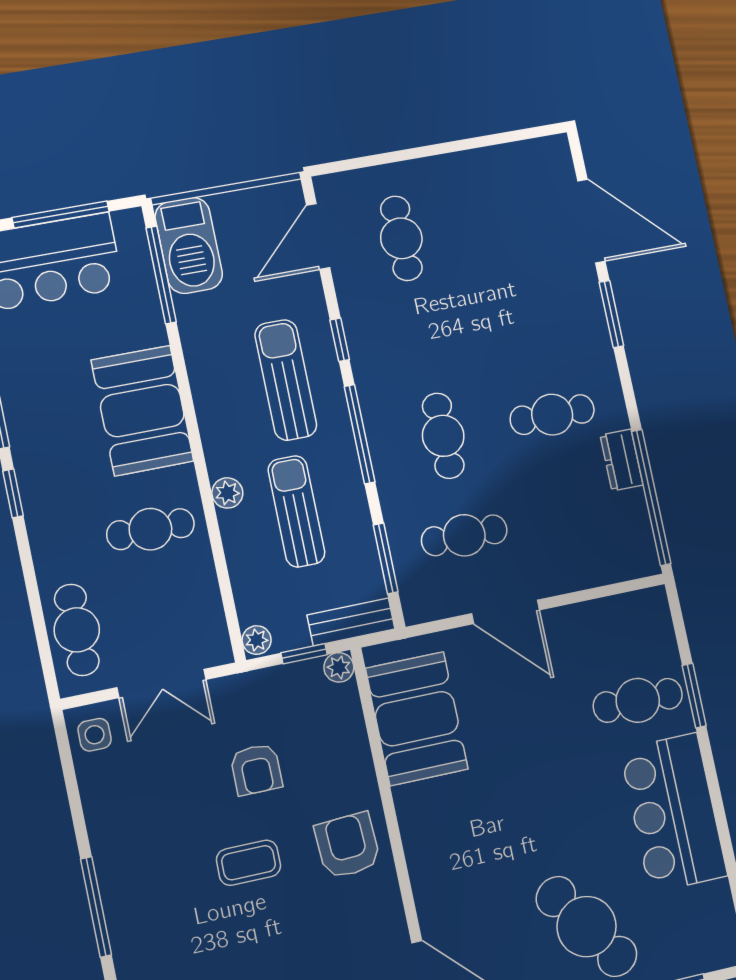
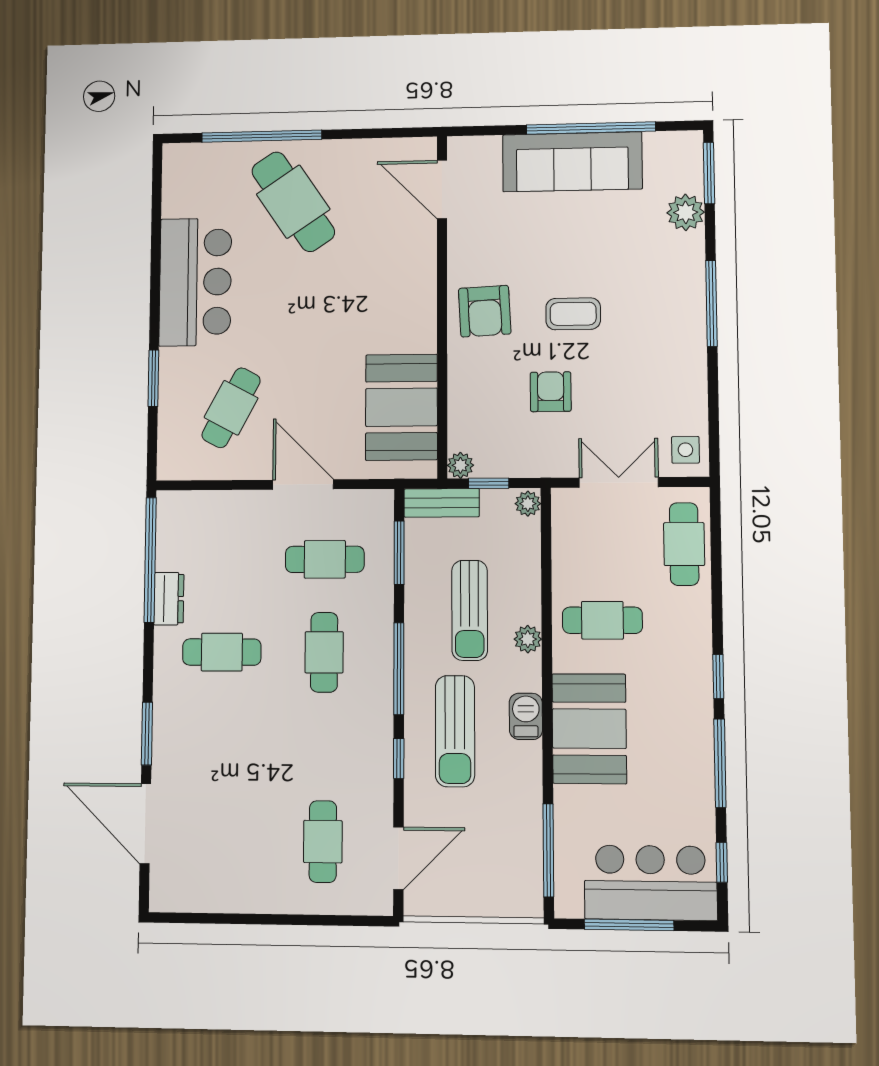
barbecue: (189, 245) -> (526, 716), moved, width x0.53, depth x0.65
cafe table: (638, 700) -> (231, 408), moved, turned -62

